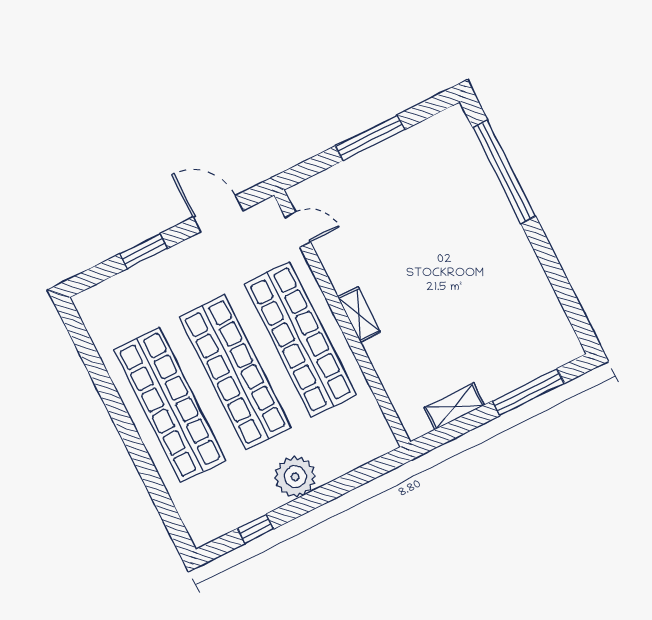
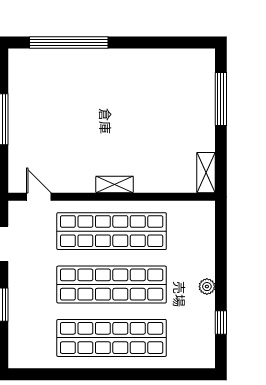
door: (298, 230) -> (39, 197), hinge flipped
shelving: (454, 406) -> (206, 173), moved
plant: (295, 477) -> (207, 287), width x0.53, depth x0.53

